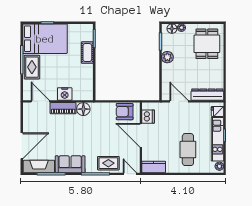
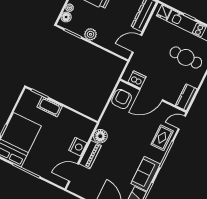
rug: (32, 67) -> (38, 165), removed
armchair: (125, 112) -> (122, 99), turned 180

